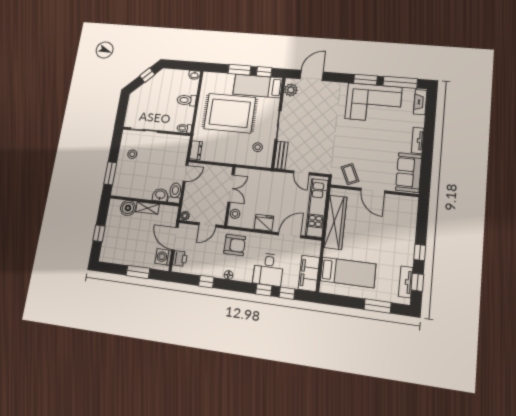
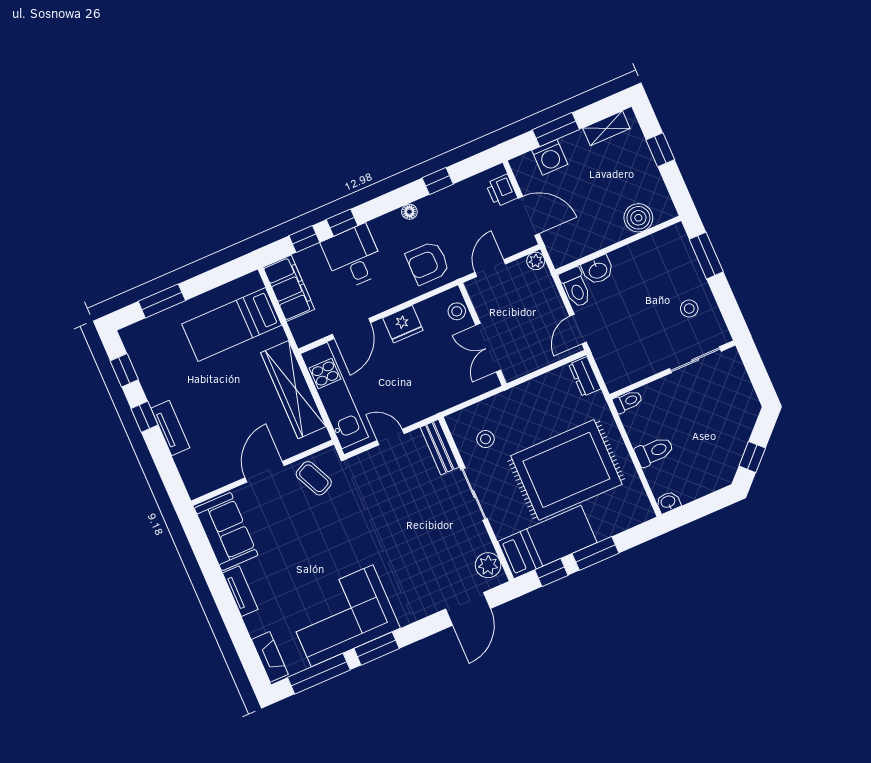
door: (373, 191) -> (265, 472), hinge flipped
shelving: (147, 208) -> (606, 128), moved
washing machine: (163, 257) -> (550, 157), moved, turned 90
tv unit: (406, 282) -> (170, 428), moved

